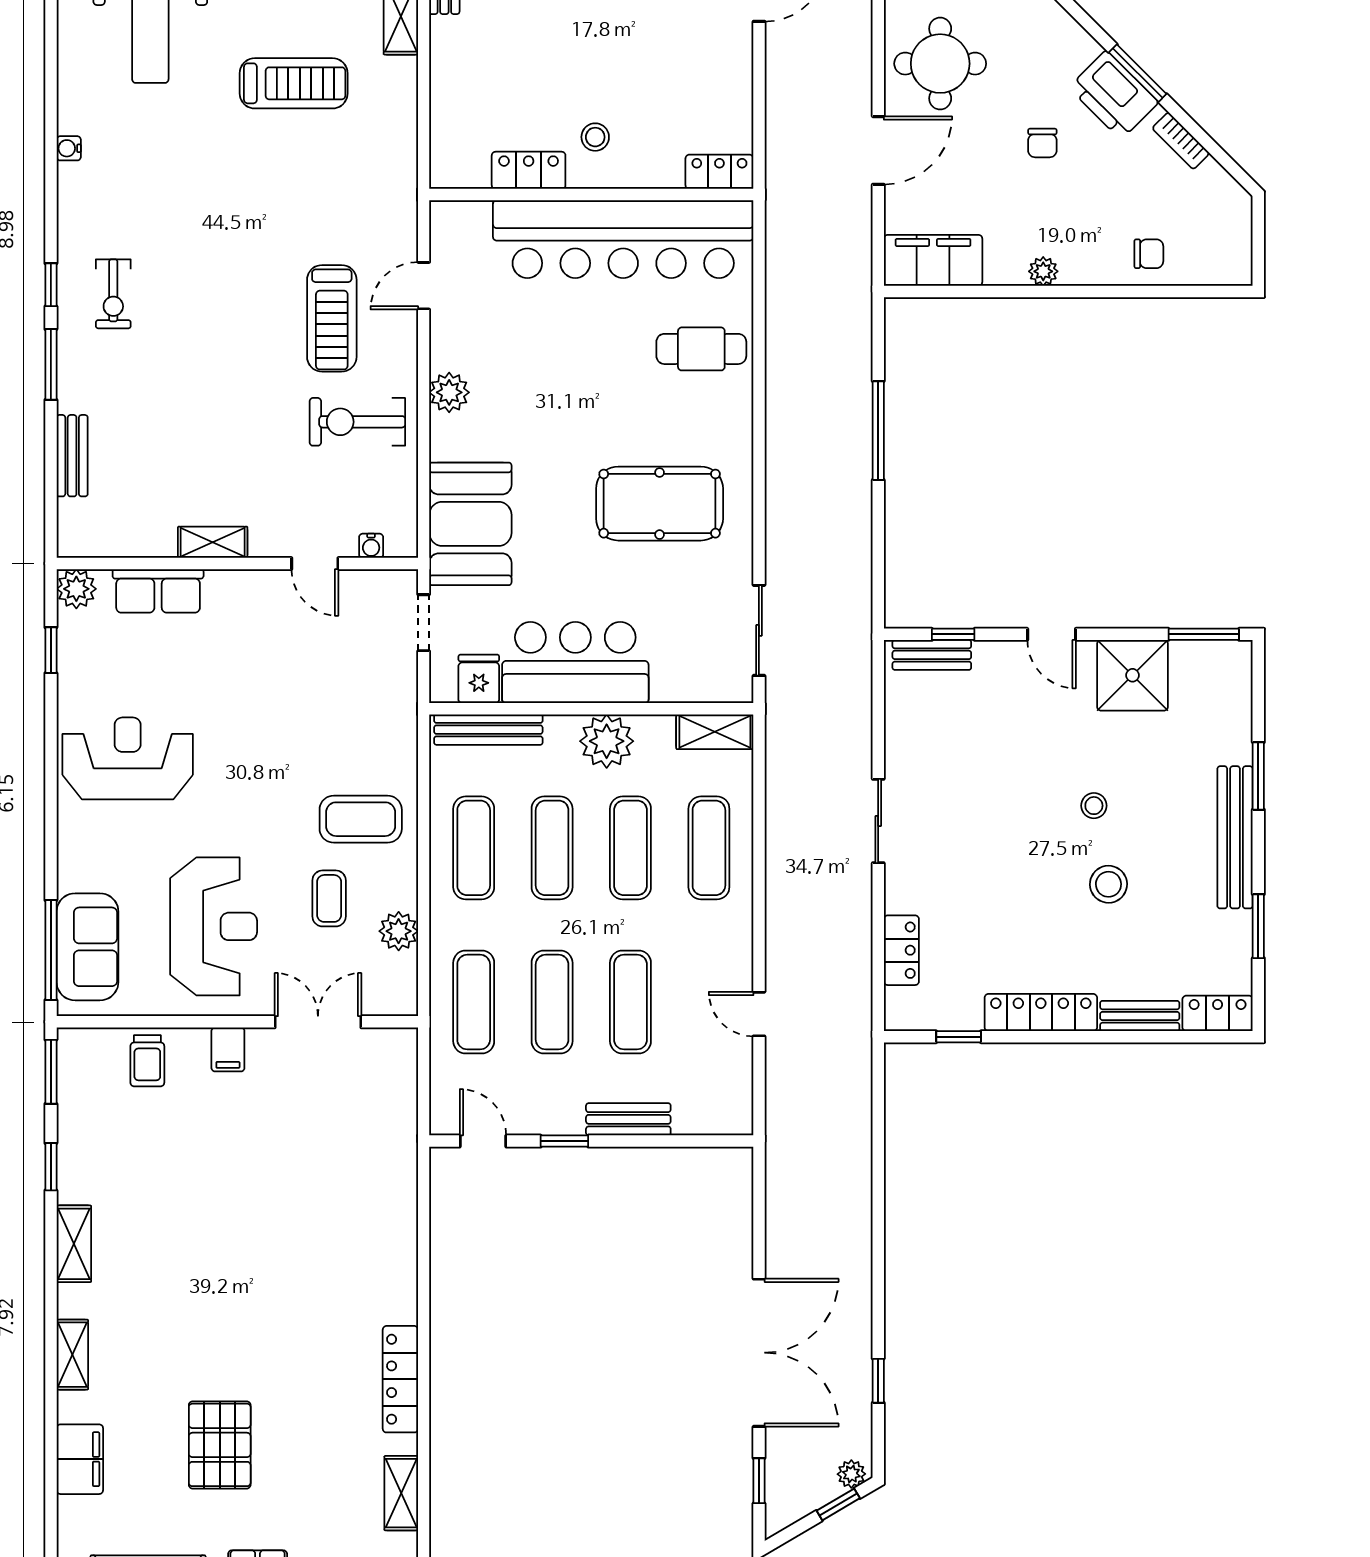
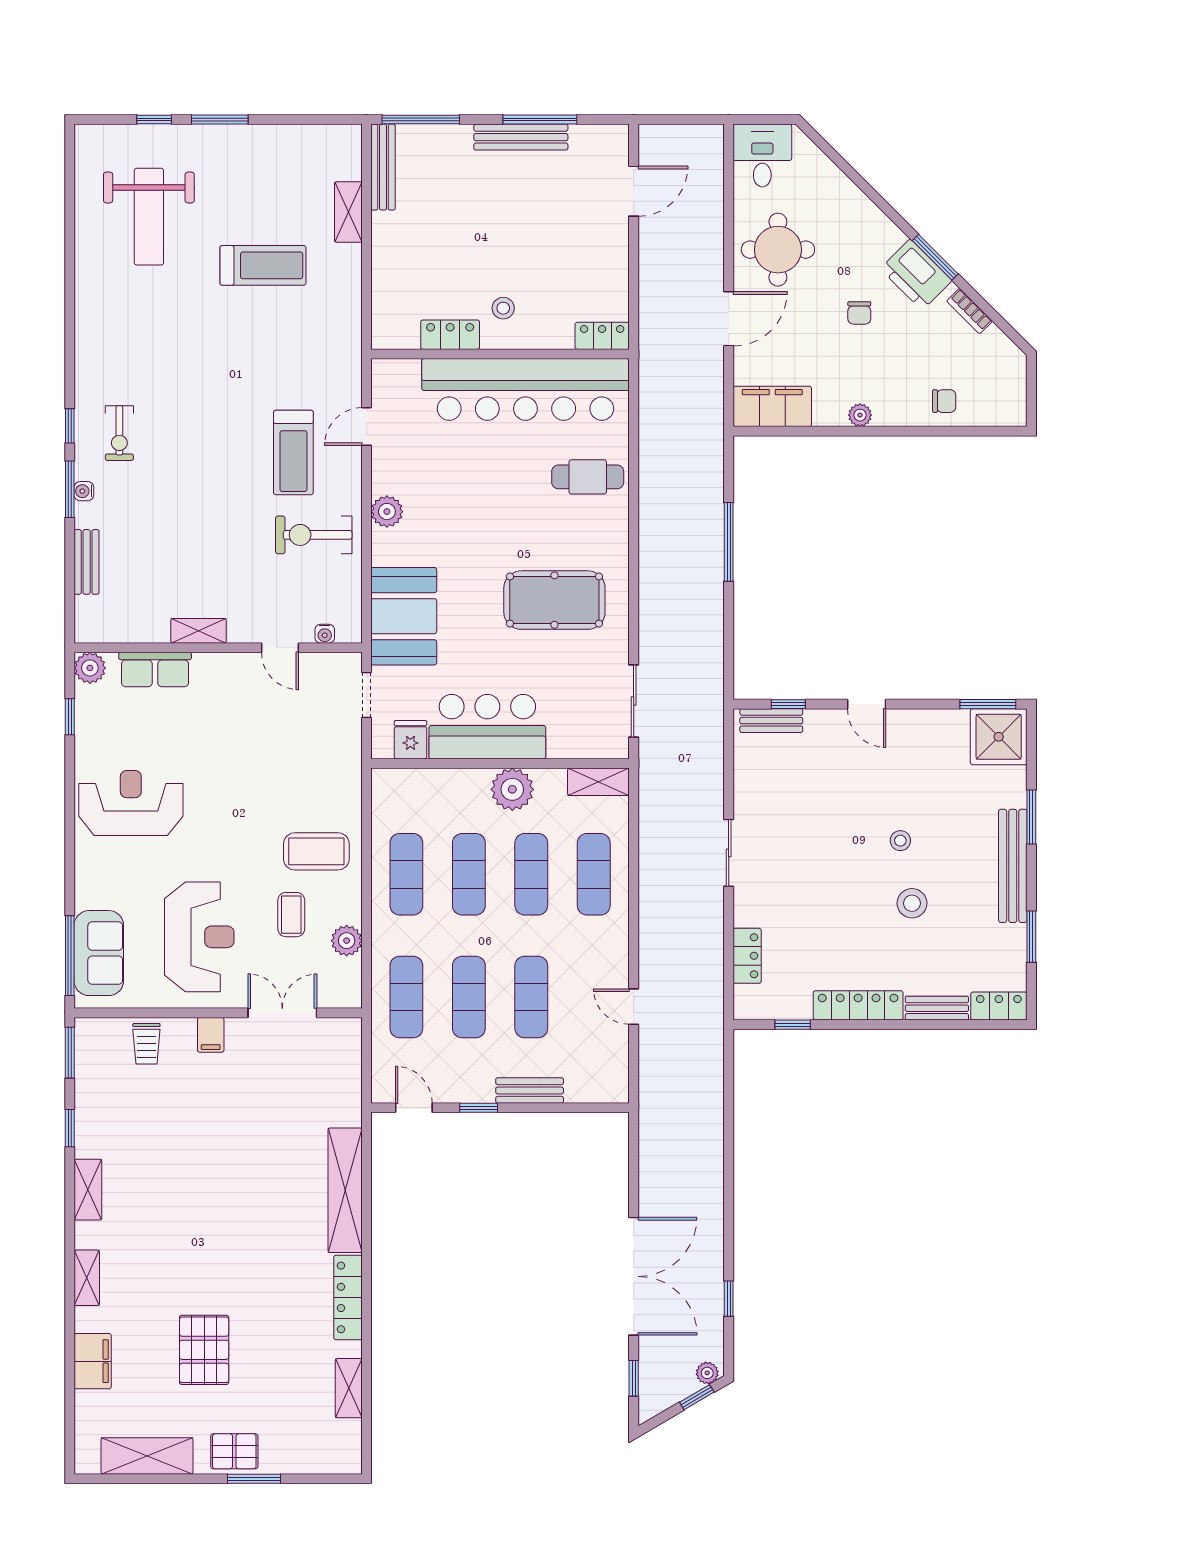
water cooler: (69, 148) -> (84, 491), moved
shower: (1133, 675) -> (999, 737), moved
bench: (488, 730) -> (418, 780), removed
shelving: (397, 1245) -> (345, 1190), added

